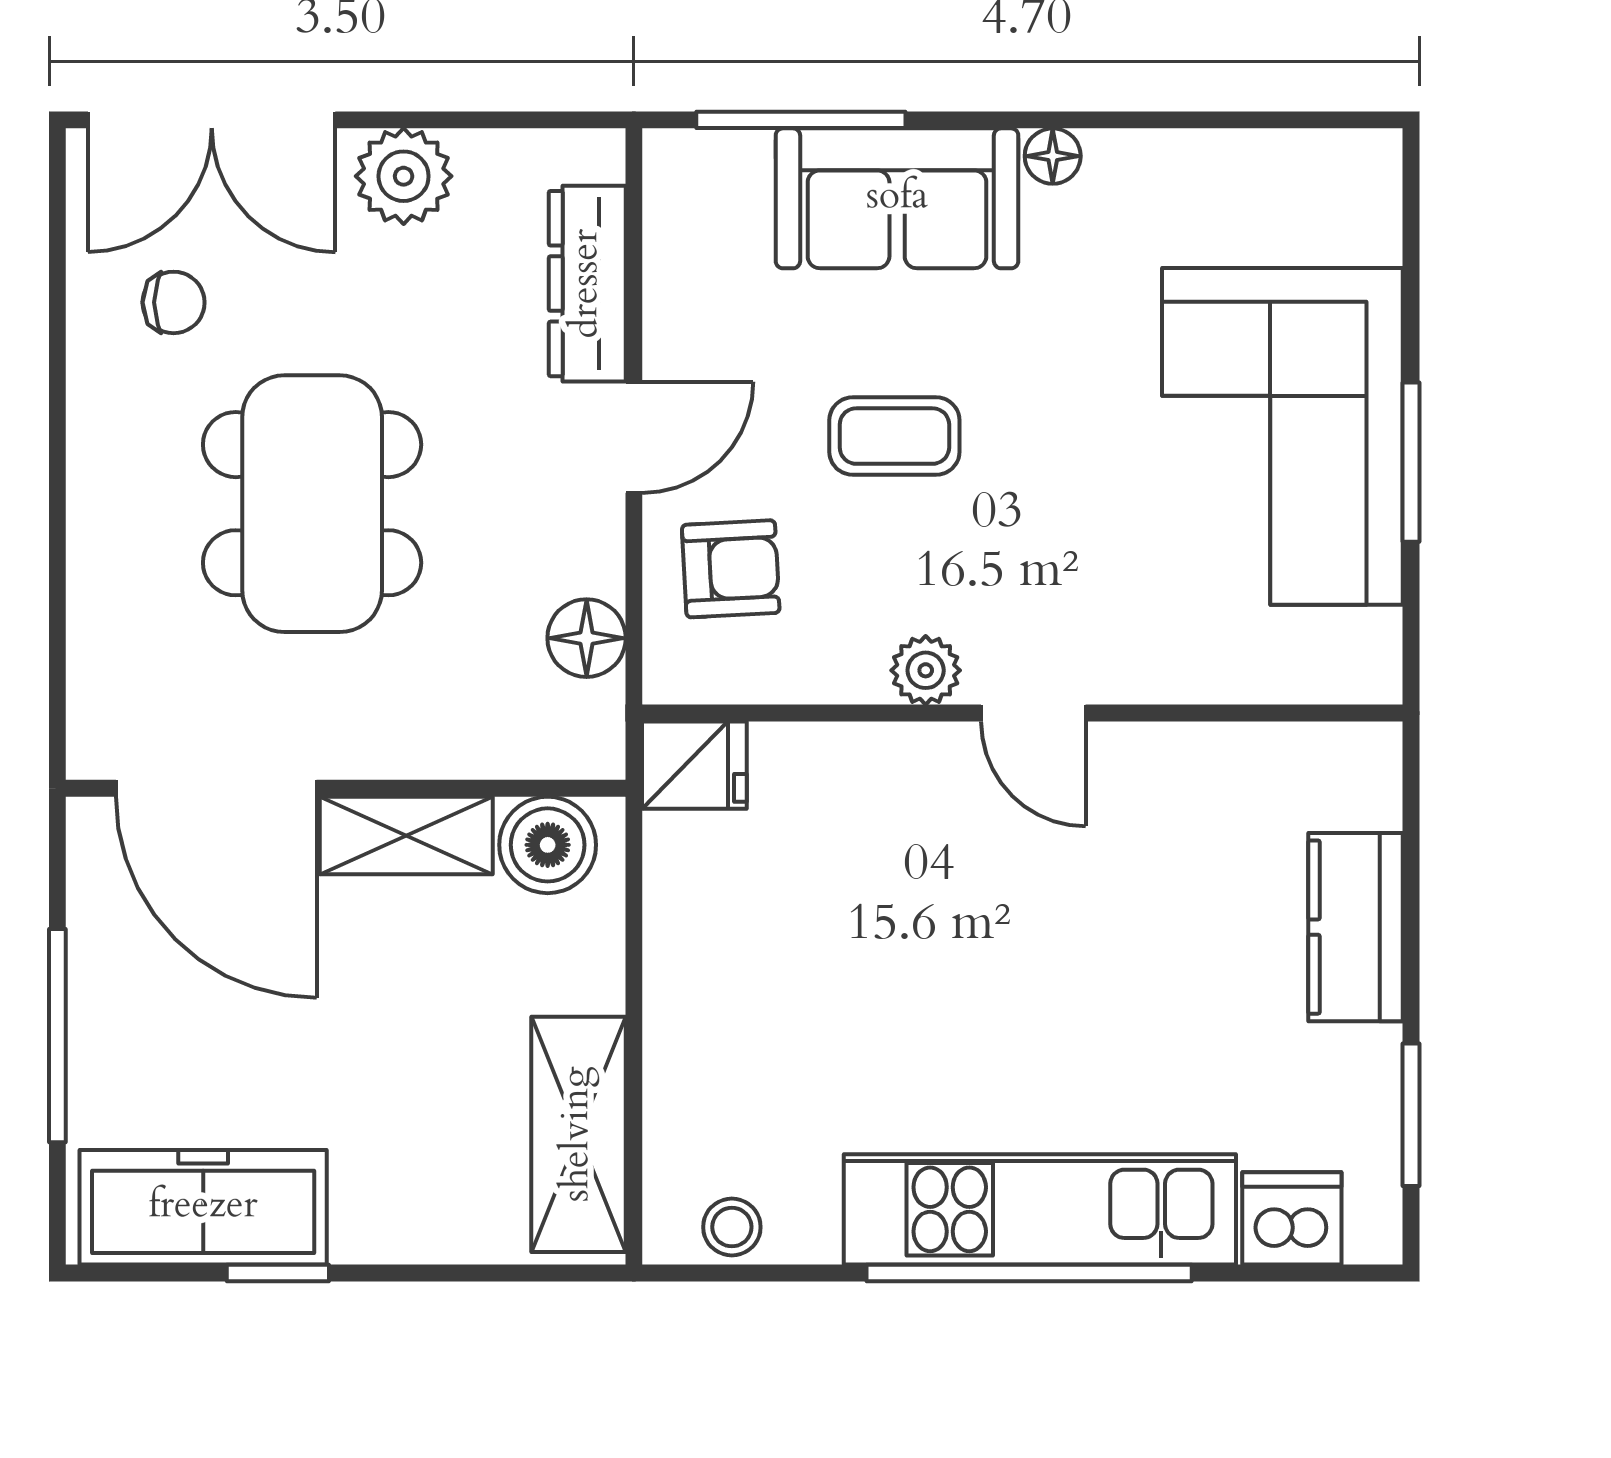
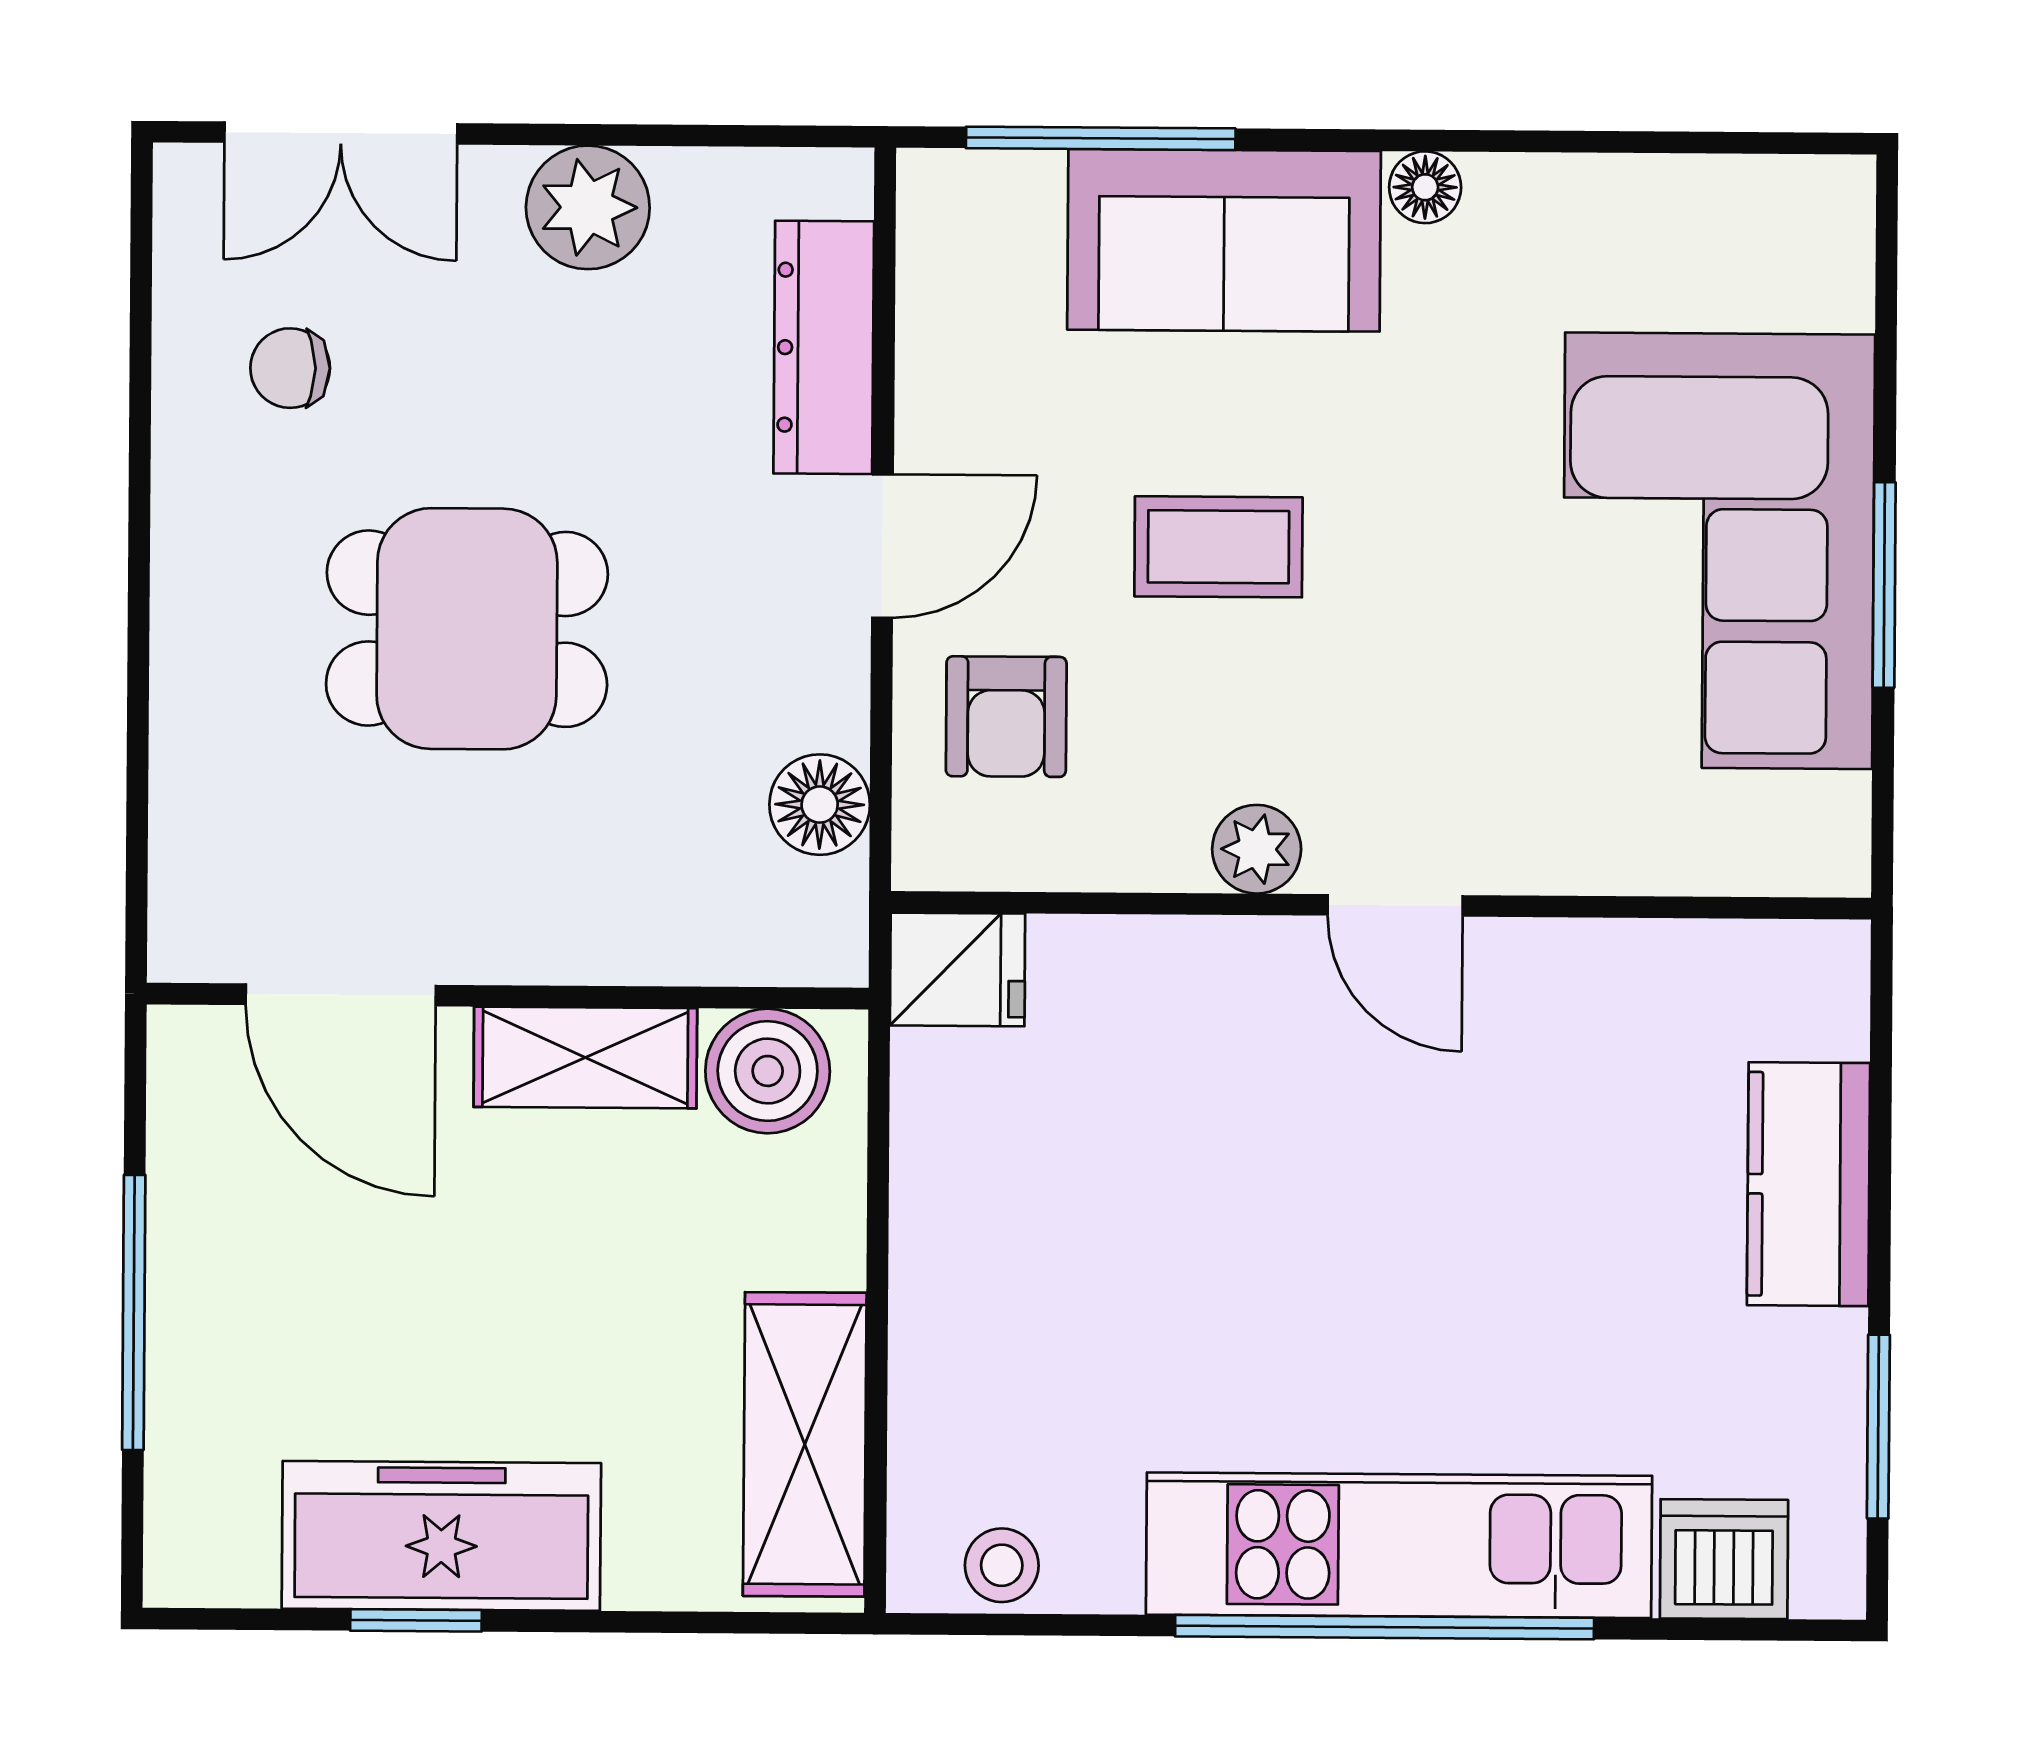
double door: (212, 120) -> (341, 133), width x0.73
chair: (174, 302) -> (290, 368), turned 180
dining table: (312, 504) -> (467, 629), width x0.73
armchair: (731, 569) -> (1006, 717), turned 93
door: (216, 788) -> (341, 995), width x0.73
freezer: (203, 1207) -> (441, 1536), moved

